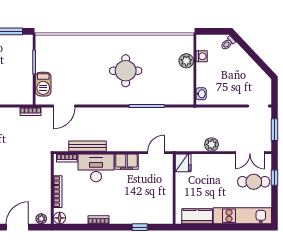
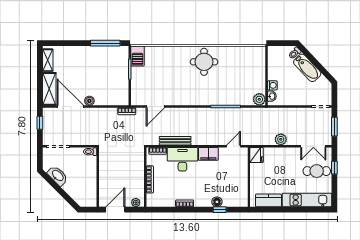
washing machine: (202, 56) -> (272, 85), moved
plant: (186, 61) -> (259, 99), moved
bathtub: (243, 61) -> (307, 68), added
round table: (126, 71) -> (204, 62), moved
barbecue: (43, 84) -> (137, 56), moved
floor lamp: (60, 218) -> (217, 202), moved

